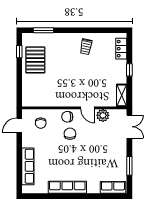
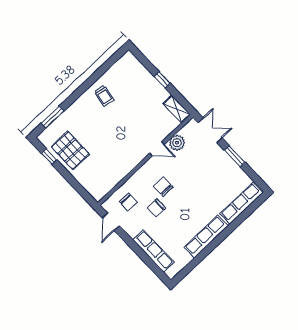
locker: (121, 49) -> (137, 68), removed
chair: (67, 117) -> (156, 208), moved
window: (129, 166) -> (235, 156), moved
row of seats: (113, 187) -> (241, 203), width x1.48

